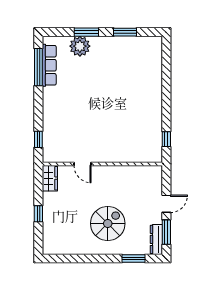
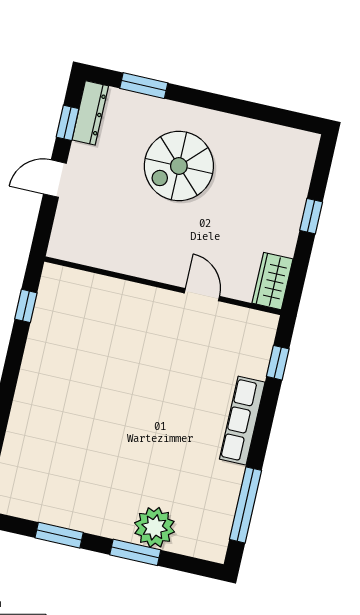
row of seats: (49, 65) -> (242, 421), moved
window: (166, 232) -> (68, 123), width x0.67

